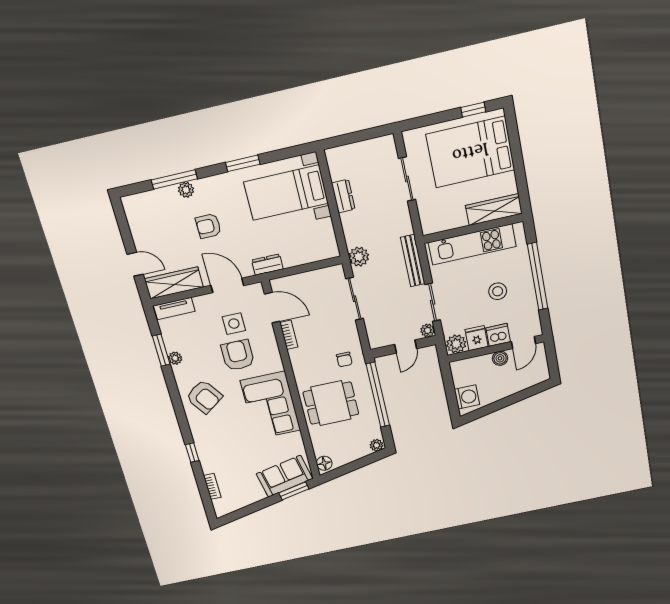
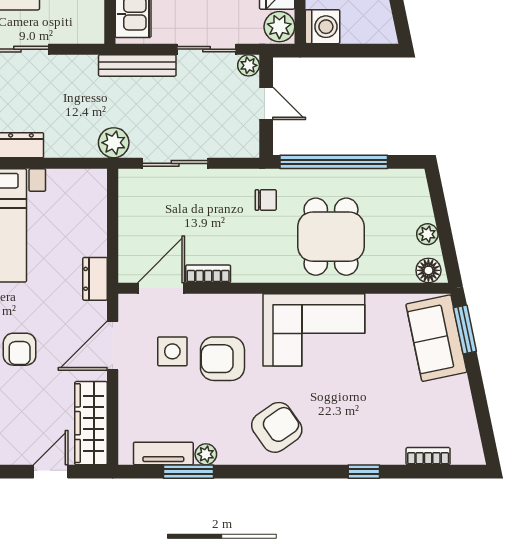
tv unit: (174, 309) -> (163, 453), moved, turned -90
washing machine: (467, 397) -> (323, 27), moved, turned 90
plant: (376, 445) -> (427, 234), moved

